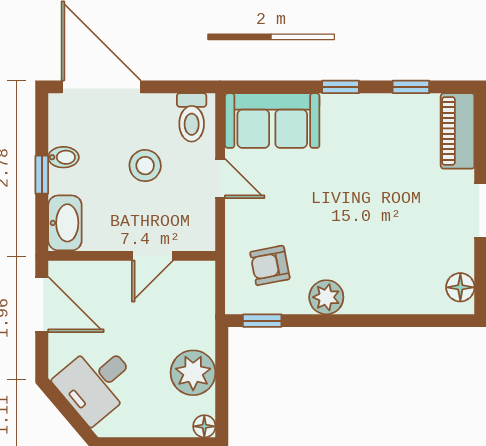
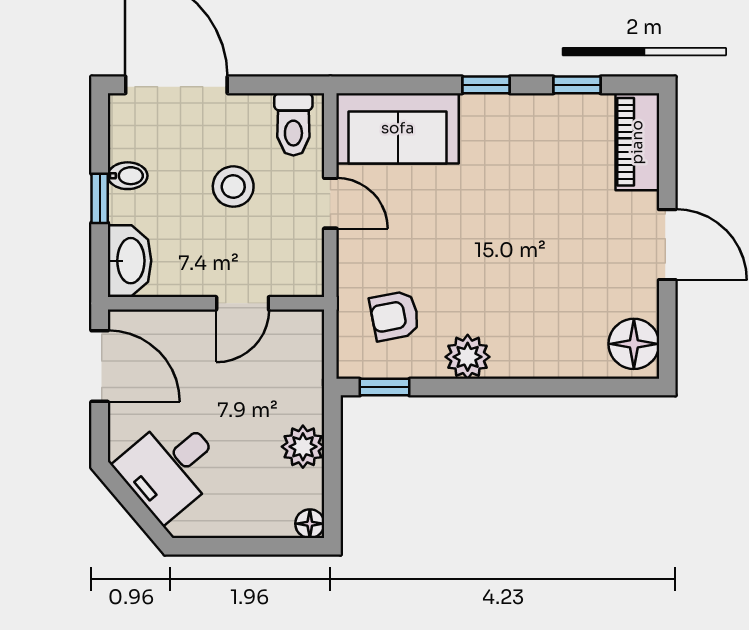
floor lamp: (460, 287) -> (634, 344), width x1.38, depth x1.38
plant: (193, 373) -> (303, 447), width x0.73, depth x0.73

